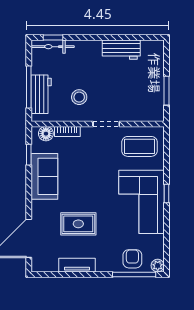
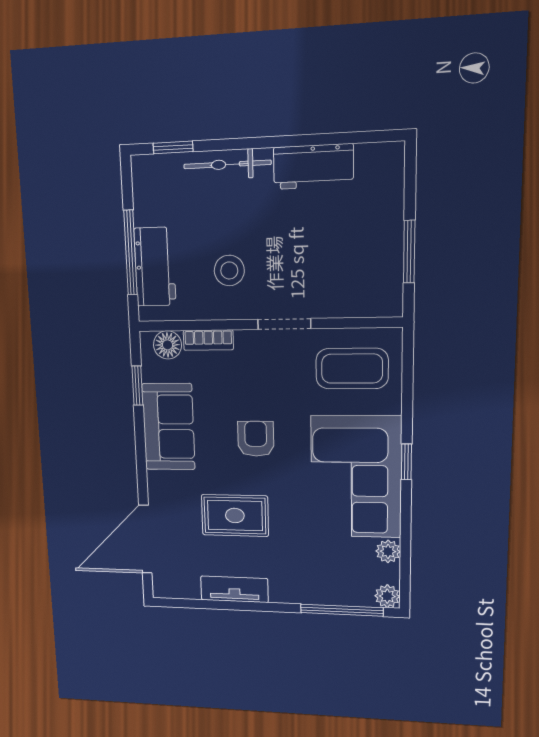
bicycle: (53, 47) -> (227, 164), moved
plant: (158, 241) -> (388, 551), added
armchair: (132, 259) -> (256, 439), moved

